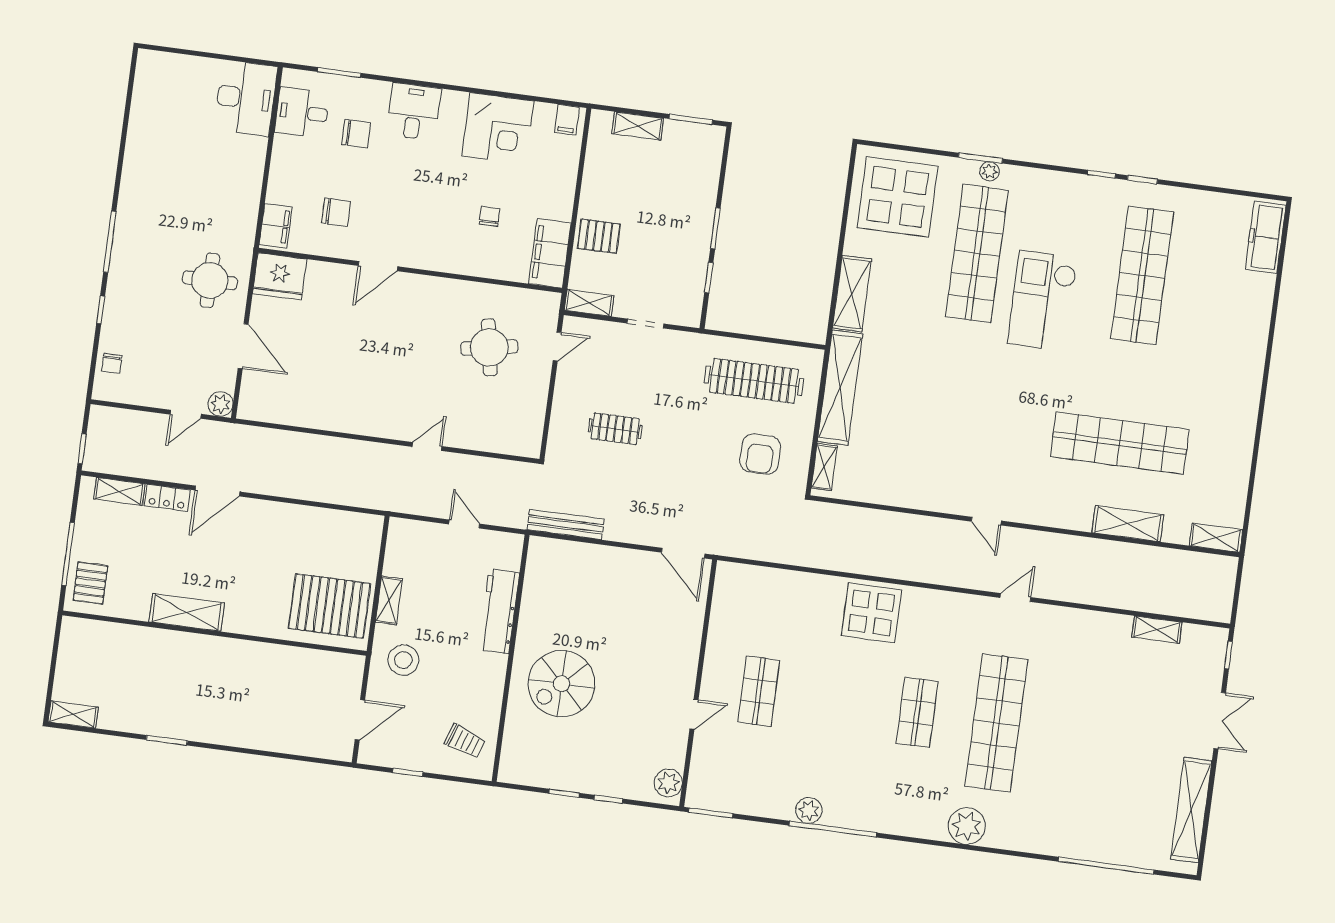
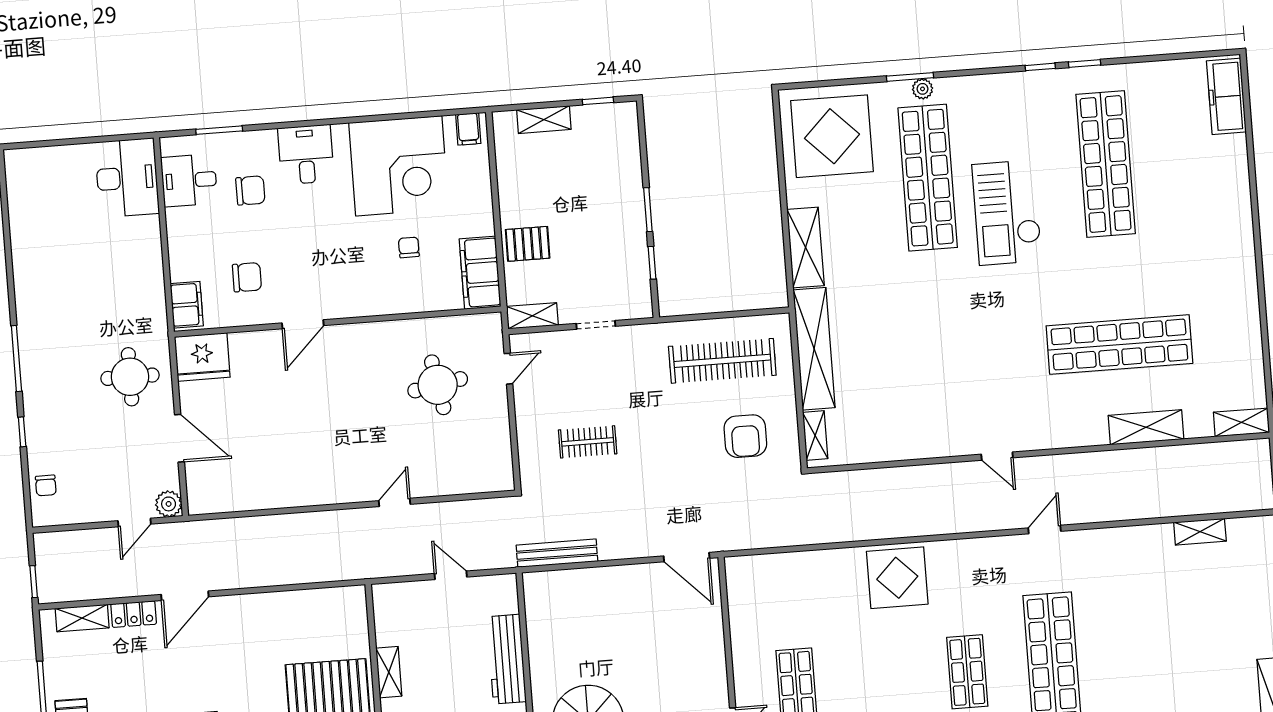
window: (691, 119) -> (598, 101), width x0.67
corner desk: (498, 128) -> (399, 166), width x1.36, depth x1.36

